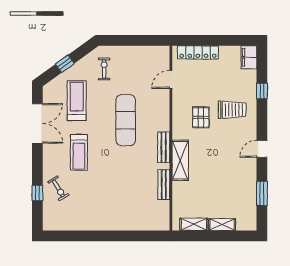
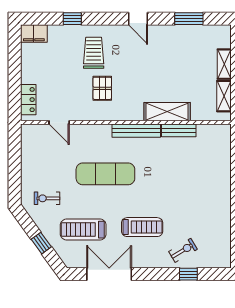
locker: (198, 52) -> (28, 100), width x0.66
pallet: (201, 117) -> (102, 88), turned 90
bench: (164, 147) -> (136, 131), width x1.36
shelving: (180, 160) -> (167, 112), moved

